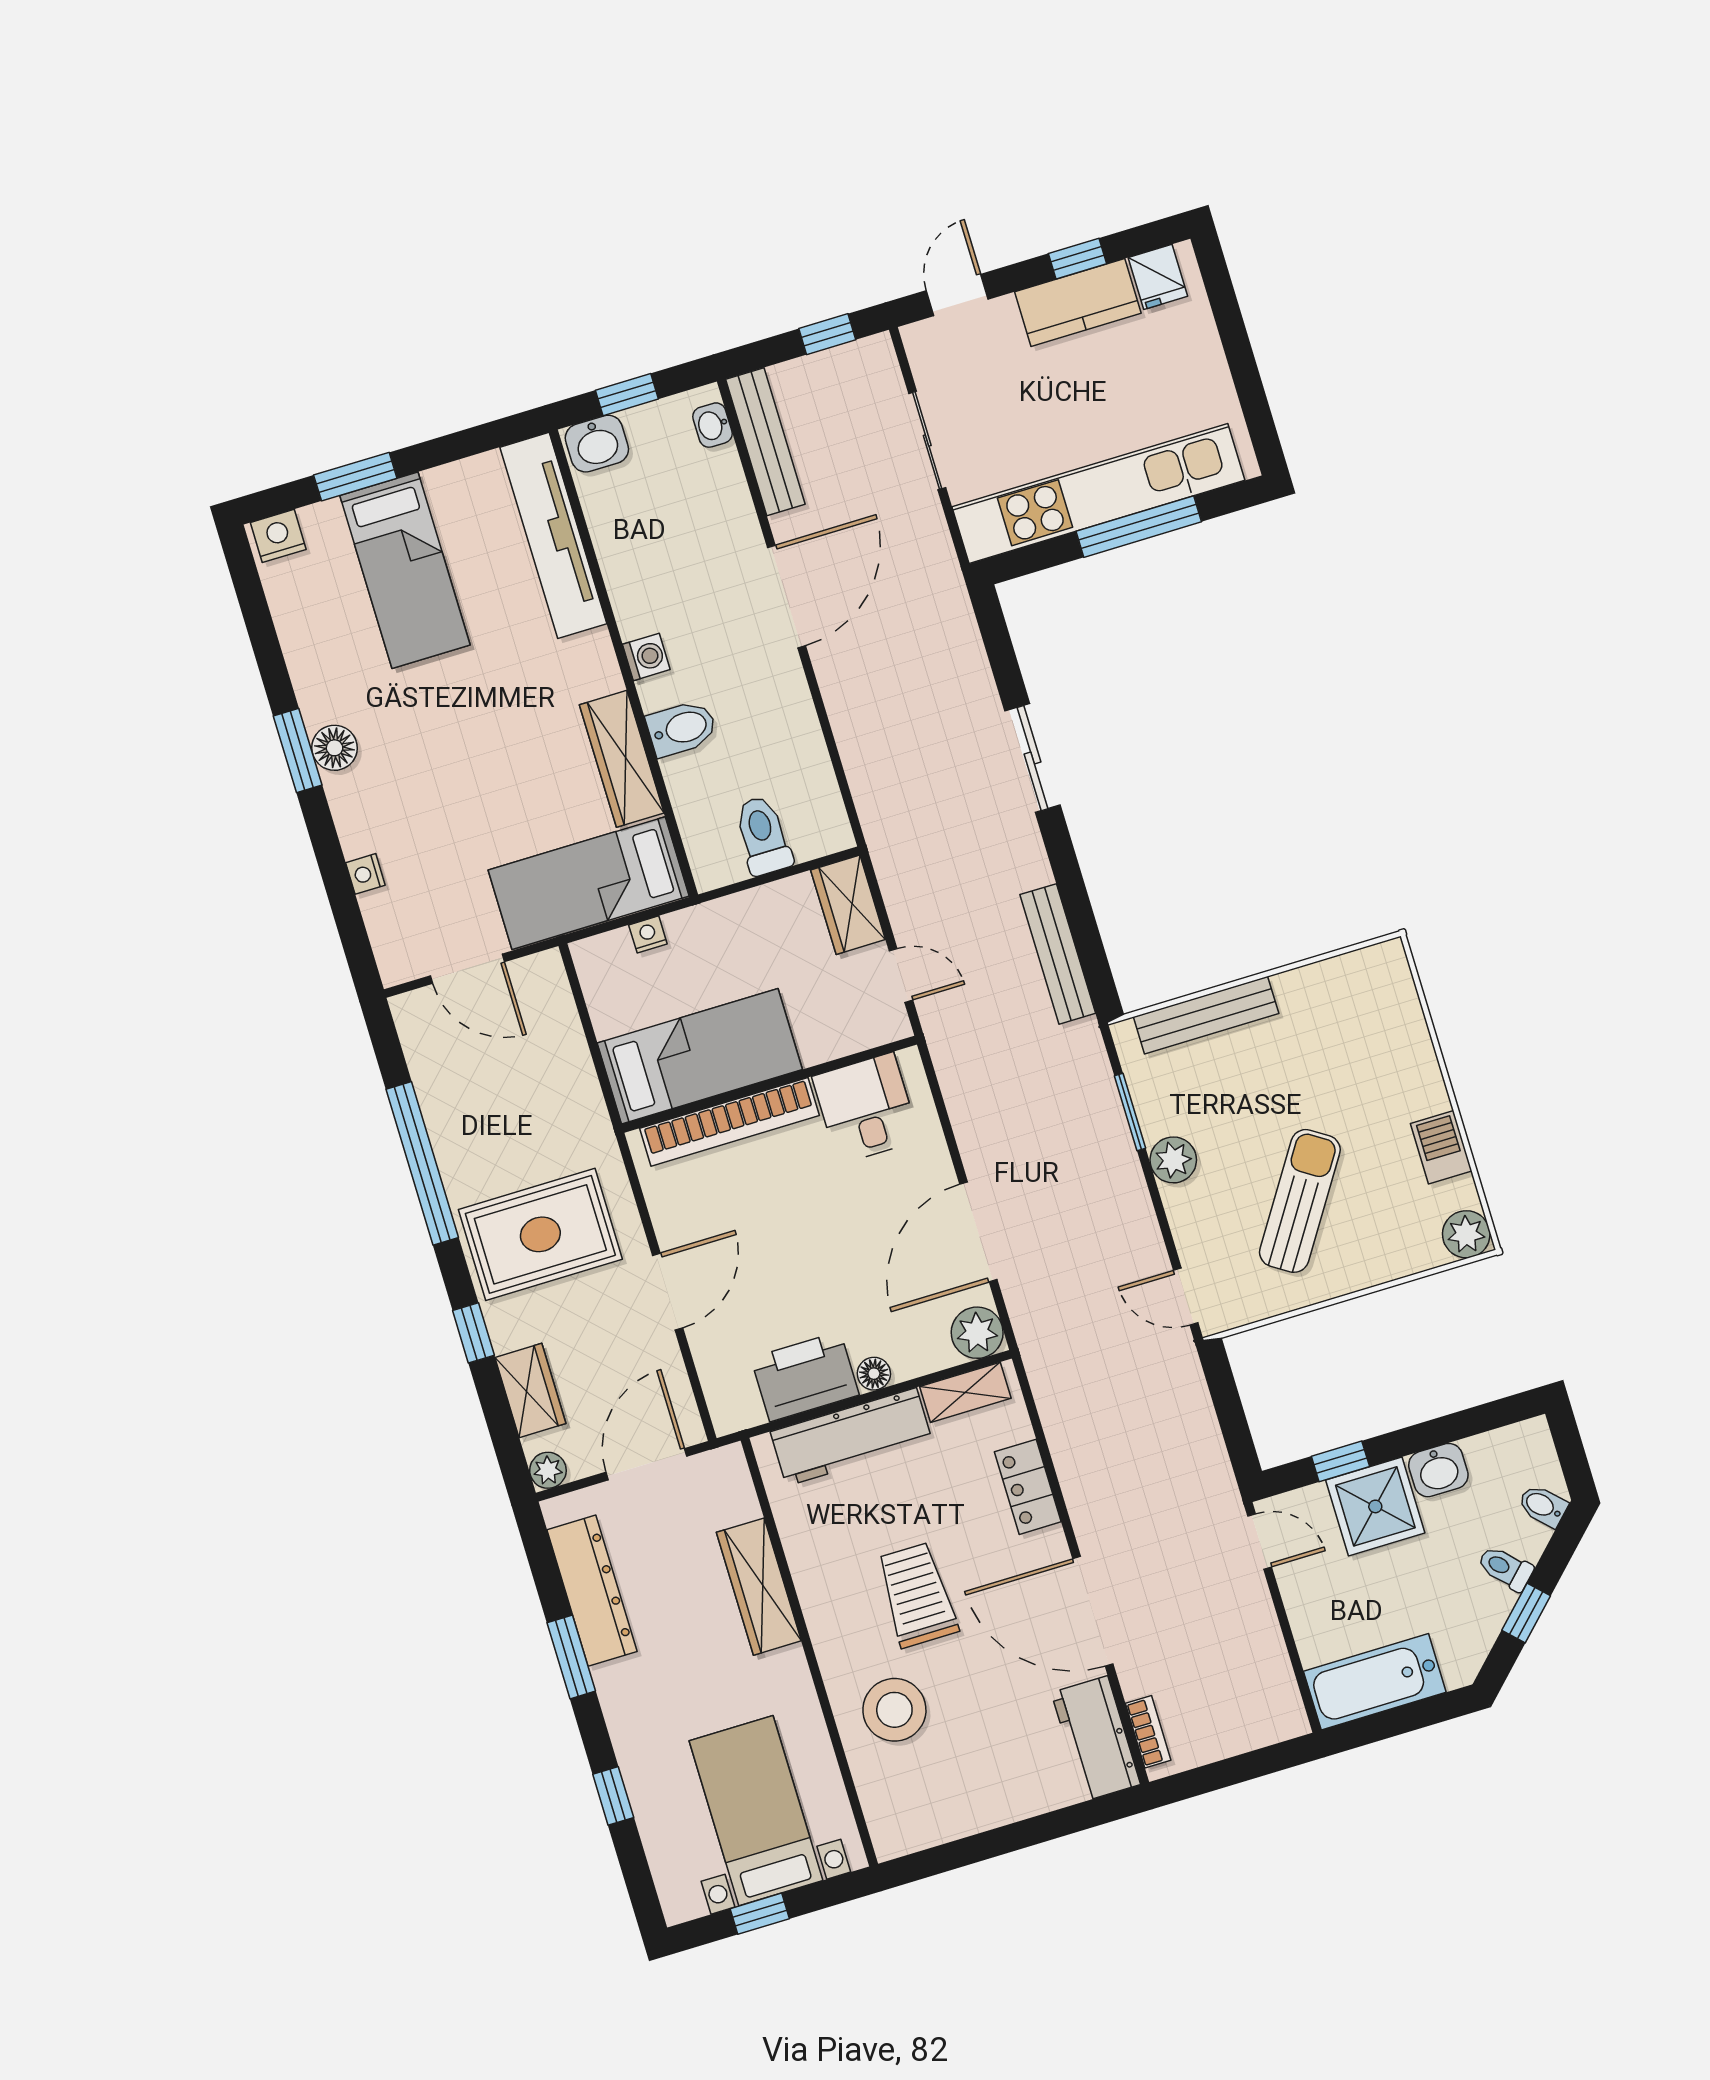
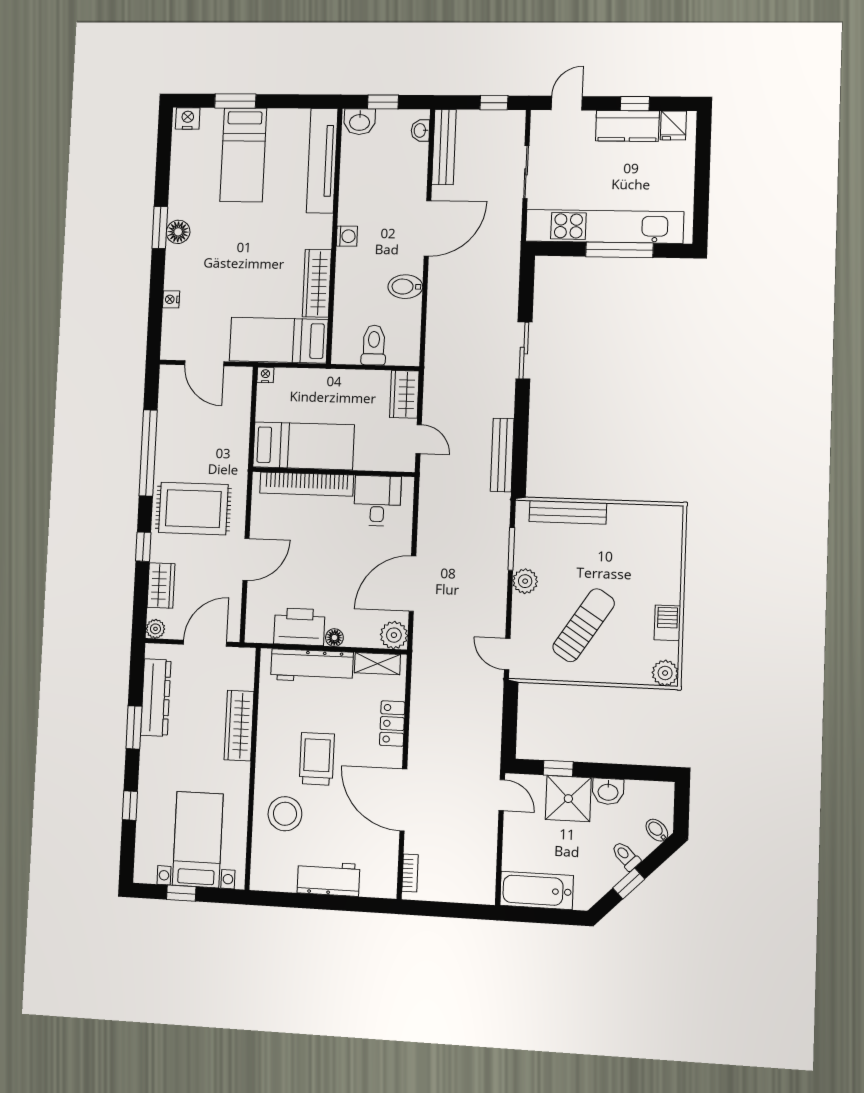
bidet: (682, 728) -> (405, 287), moved, turned 180
nightstand: (648, 934) -> (265, 375), moved
workbench: (1096, 1739) -> (328, 879), moved, turned 90

